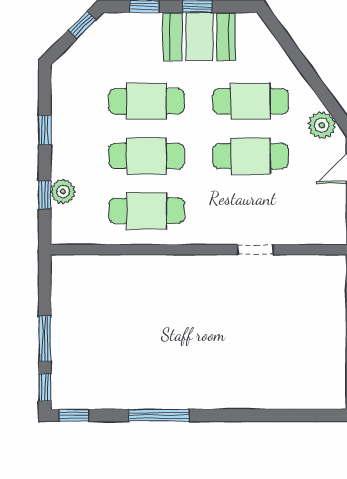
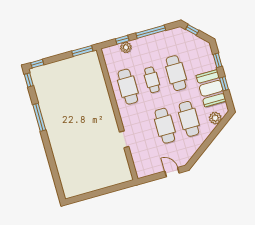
window: (82, 25) -> (192, 30), moved
plant: (322, 125) -> (215, 118), moved
window: (45, 130) -> (151, 32), width x2.17
cafe table: (147, 156) -> (152, 80), width x0.73, depth x0.74
window: (45, 339) -> (82, 51), moved

